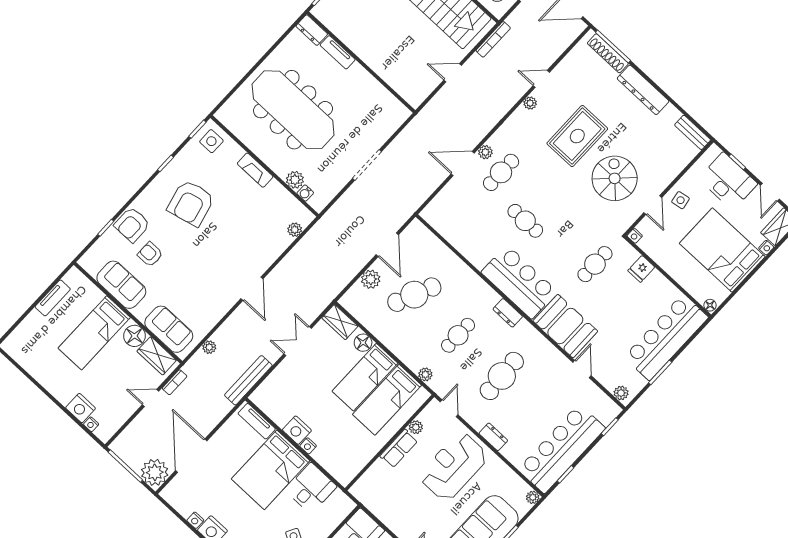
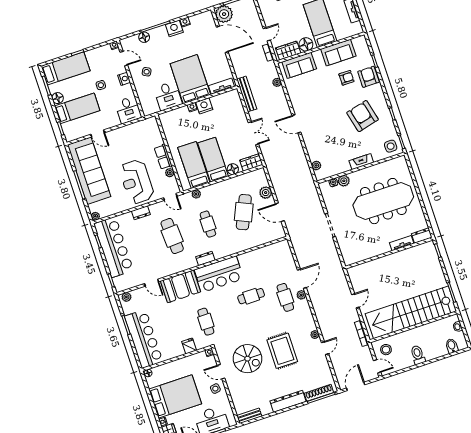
reception desk: (454, 466) -> (137, 182), turned 180

